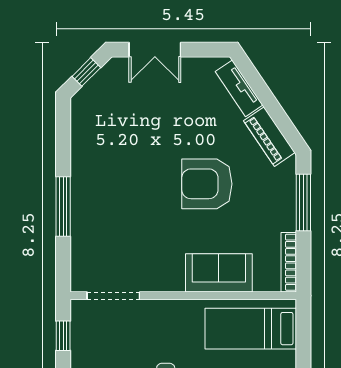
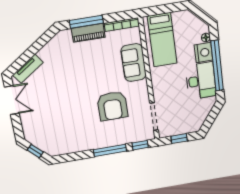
double door: (155, 50) -> (12, 100), moved
piano: (269, 137) -> (88, 33), moved, turned 34
armchair: (207, 184) -> (112, 106), moved
window: (63, 263) -> (140, 145), added

